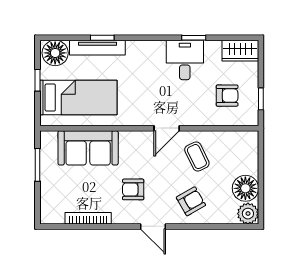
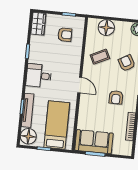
desk: (185, 60) -> (39, 76), moved
armchair: (227, 96) -> (65, 35), turned 90
door: (167, 128) -> (80, 85), moved
sofa: (88, 148) -> (94, 142), moved, turned -90
floor lamp: (245, 188) -> (106, 28), moved

